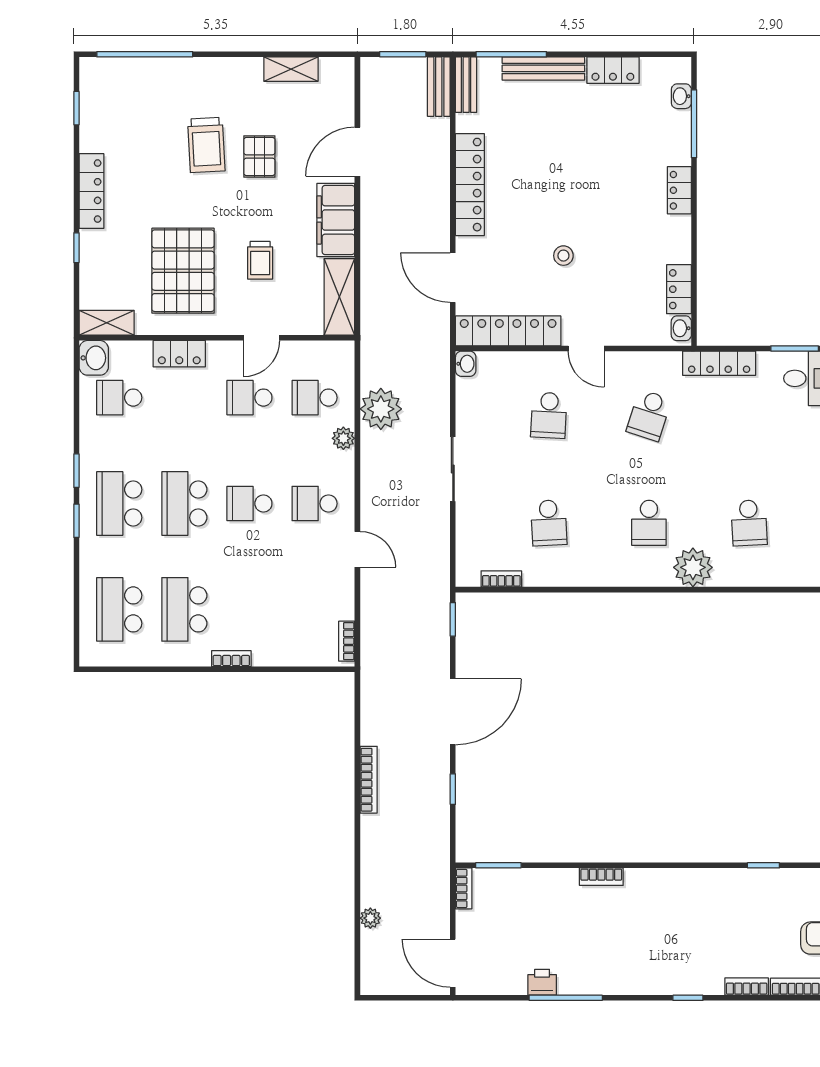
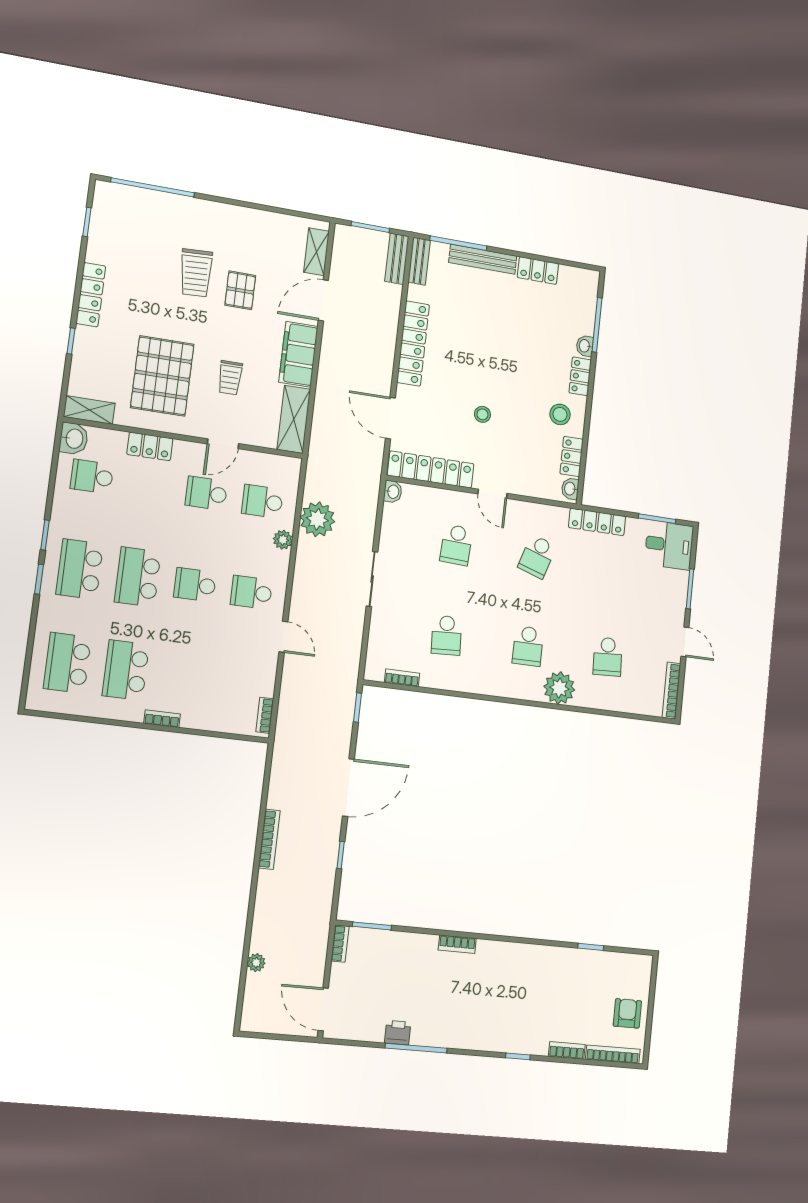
shelving: (291, 69) -> (316, 252), moved, turned 90
washbasin: (681, 96) -> (585, 346), moved
stool: (659, 241) -> (560, 414), added

